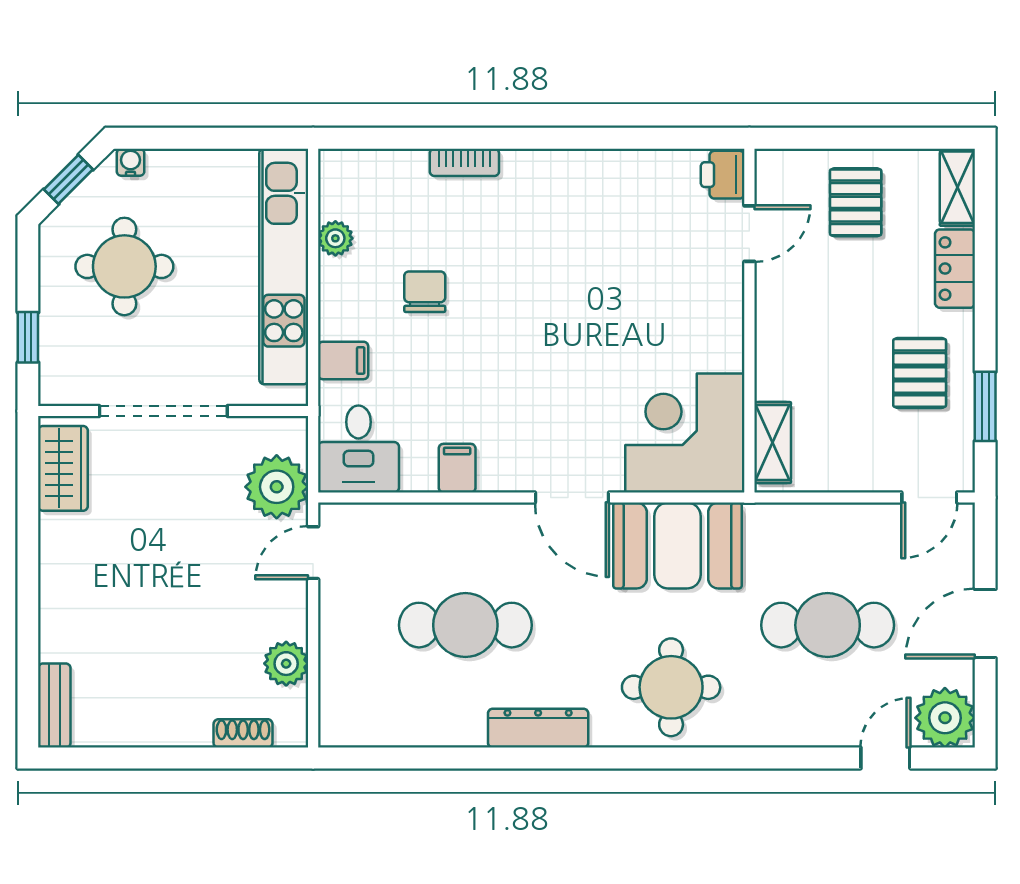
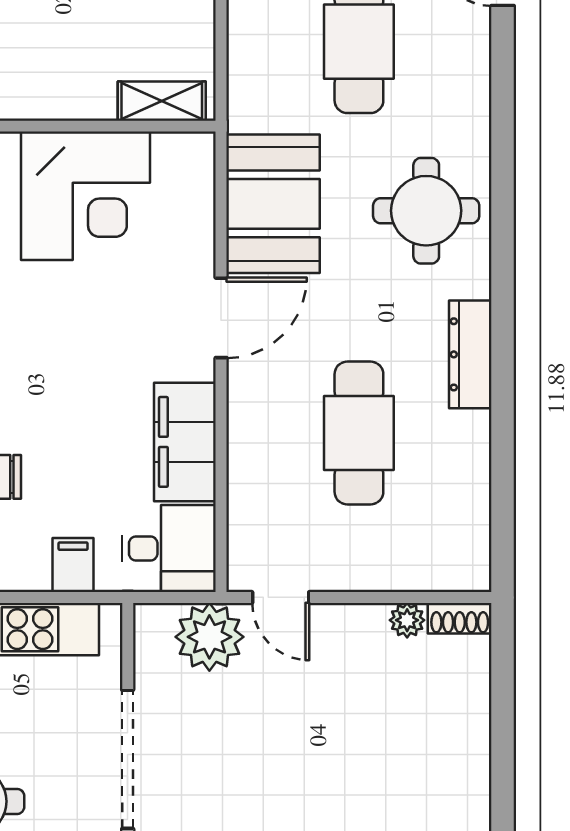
corner desk: (685, 433) -> (86, 196), moved, turned -90
filing cabinet: (457, 468) -> (185, 442), width x3.00, depth x1.17
plant: (286, 664) -> (407, 620), width x0.73, depth x0.73
shoe rack: (243, 733) -> (460, 618), moved, turned -90

